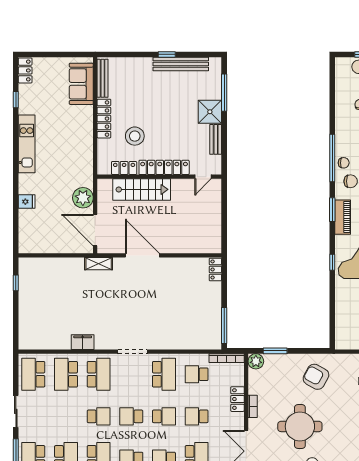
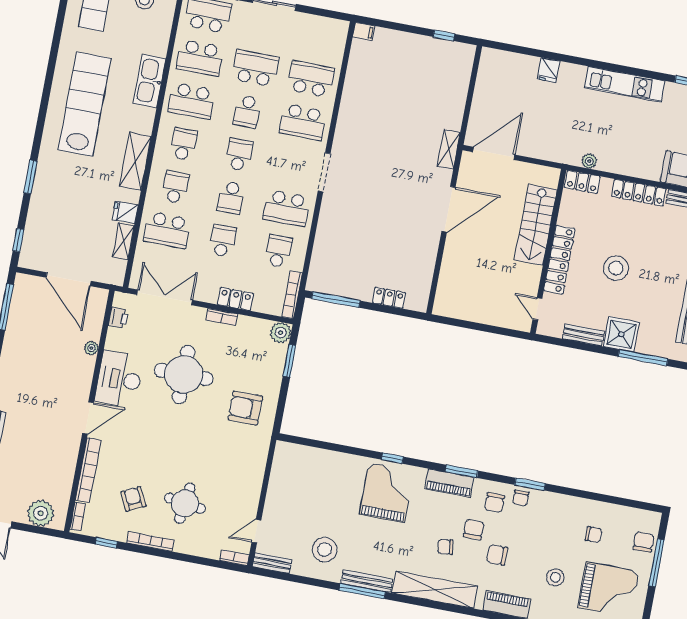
stool: (135, 136) -> (616, 268), moved
window: (332, 158) -> (530, 484), width x0.47
locker: (124, 168) -> (582, 182), moved, turned 90
plant: (83, 198) -> (589, 161), moved, width x0.53, depth x0.53
locker: (215, 269) -> (389, 298), moved
filing cabinet: (83, 342) -> (364, 32), moved, width x0.50
school desk: (33, 374) -> (255, 68), moved
armchair: (316, 377) -> (245, 408), turned -119

